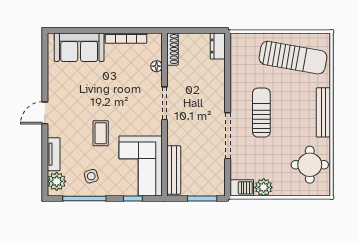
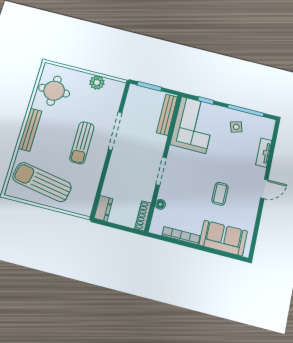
coffee table: (101, 133) -> (220, 194), moved
plant: (57, 181) -> (266, 130), removed
barbecue: (242, 188) -> (115, 87), removed

